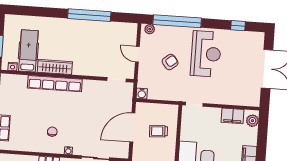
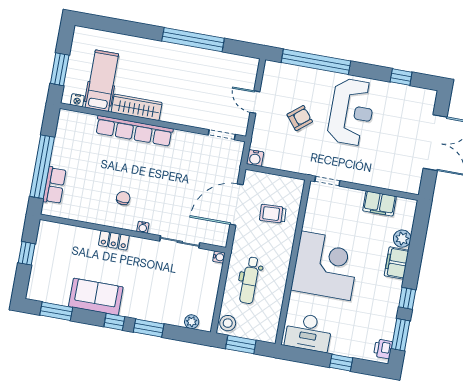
plant: (150, 29) -> (276, 69), removed
plant: (252, 121) -> (402, 239), moved

